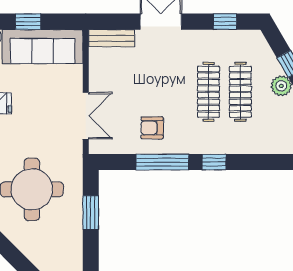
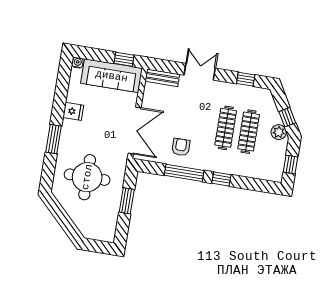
window: (28, 22) -> (124, 59), moved
double door: (86, 116) -> (135, 131), width x1.37
armchair: (152, 128) -> (181, 147), turned 90

